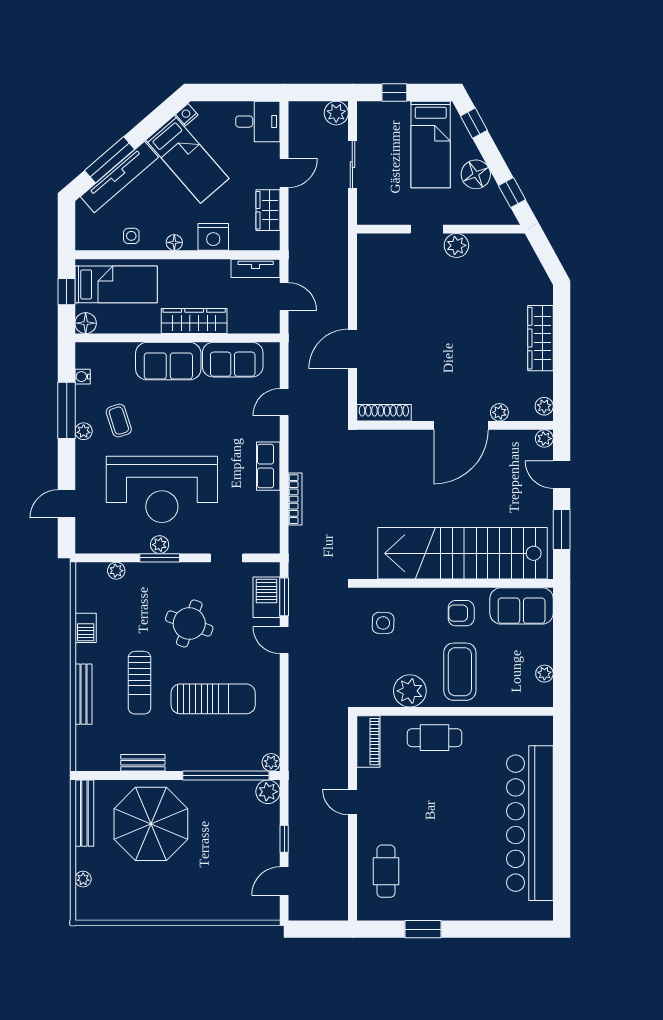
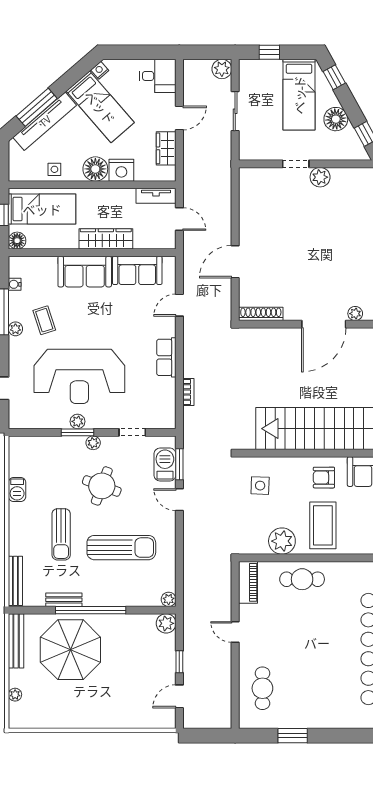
floor lamp: (174, 242) -> (95, 169), width x1.89, depth x1.89
bookcase: (295, 499) -> (188, 392), width x0.64
plant: (116, 571) -> (93, 443), moved
bench: (84, 694) -> (15, 581), moved
window: (226, 775) -> (91, 610), moved

